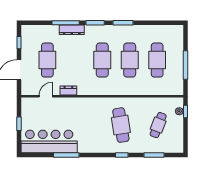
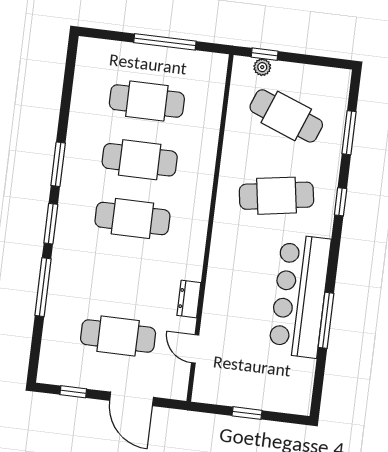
dresser: (72, 30) -> (60, 276), removed
cafe table: (158, 125) -> (286, 116), width x1.37, depth x1.35
bar counter: (49, 141) -> (300, 296), moved

